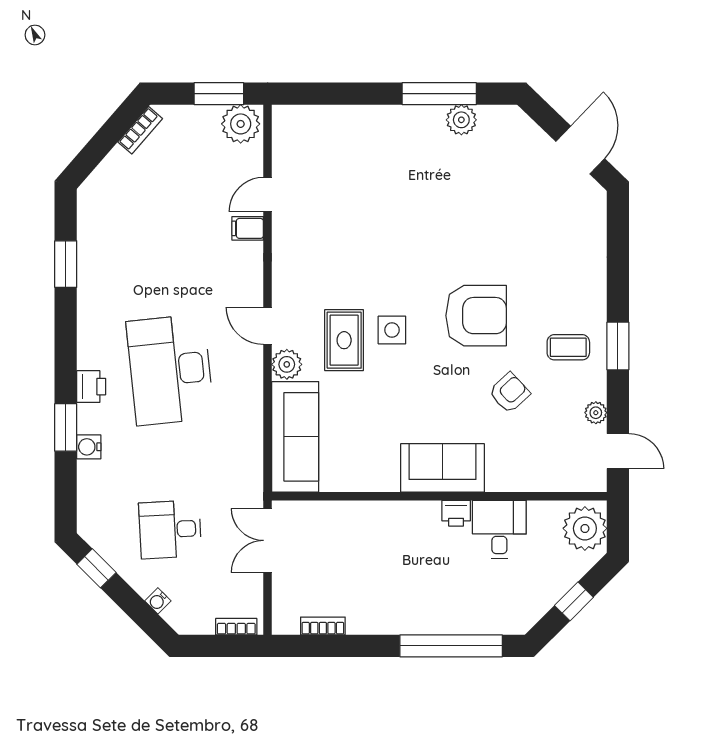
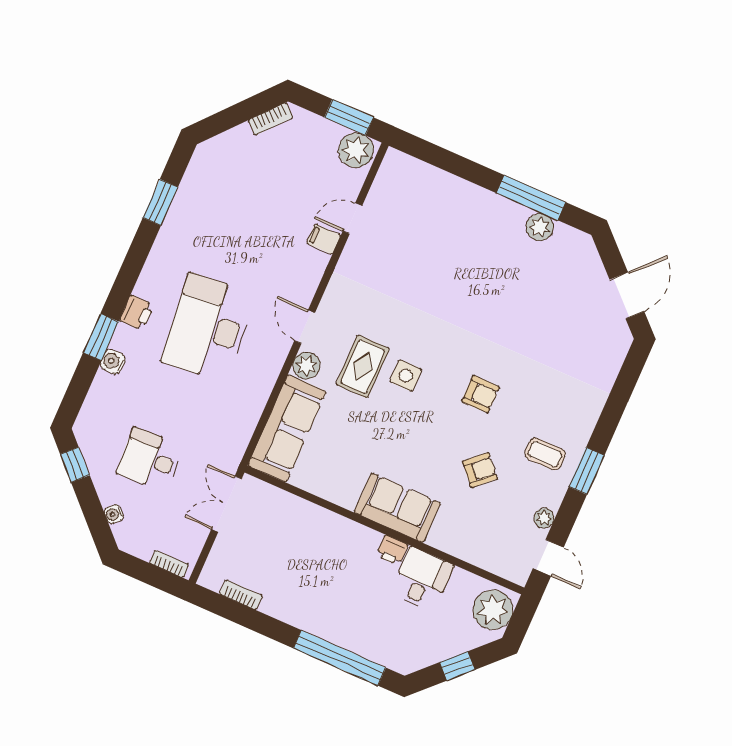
armchair: (476, 316) -> (481, 394), width x0.53, depth x0.53

